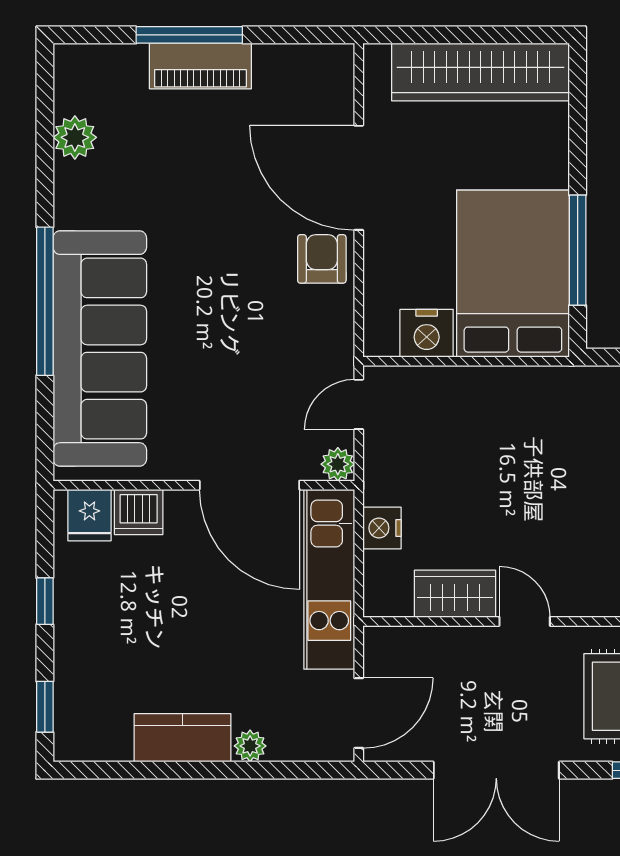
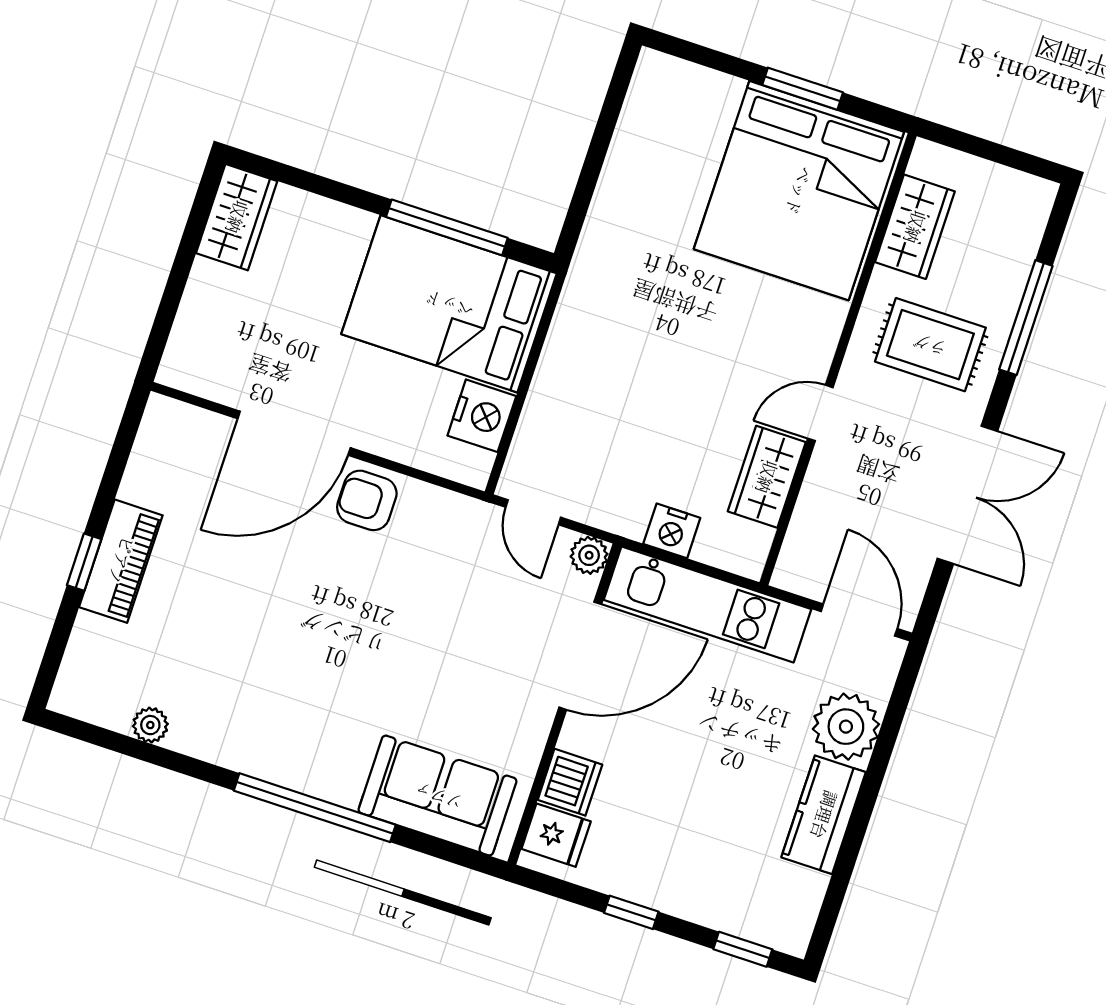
window: (189, 35) -> (84, 562), width x0.46
wardrobe: (480, 72) -> (237, 217), width x0.48, depth x0.85
plant: (75, 137) -> (150, 725), width x0.73, depth x0.73
sofa: (100, 349) -> (438, 796), width x0.54, depth x0.79
plant: (250, 746) -> (846, 727), width x1.88, depth x1.88

